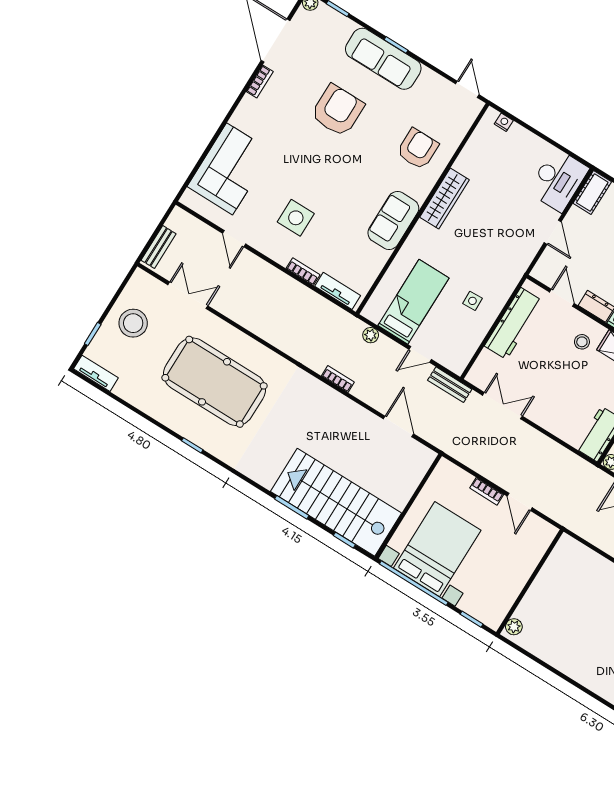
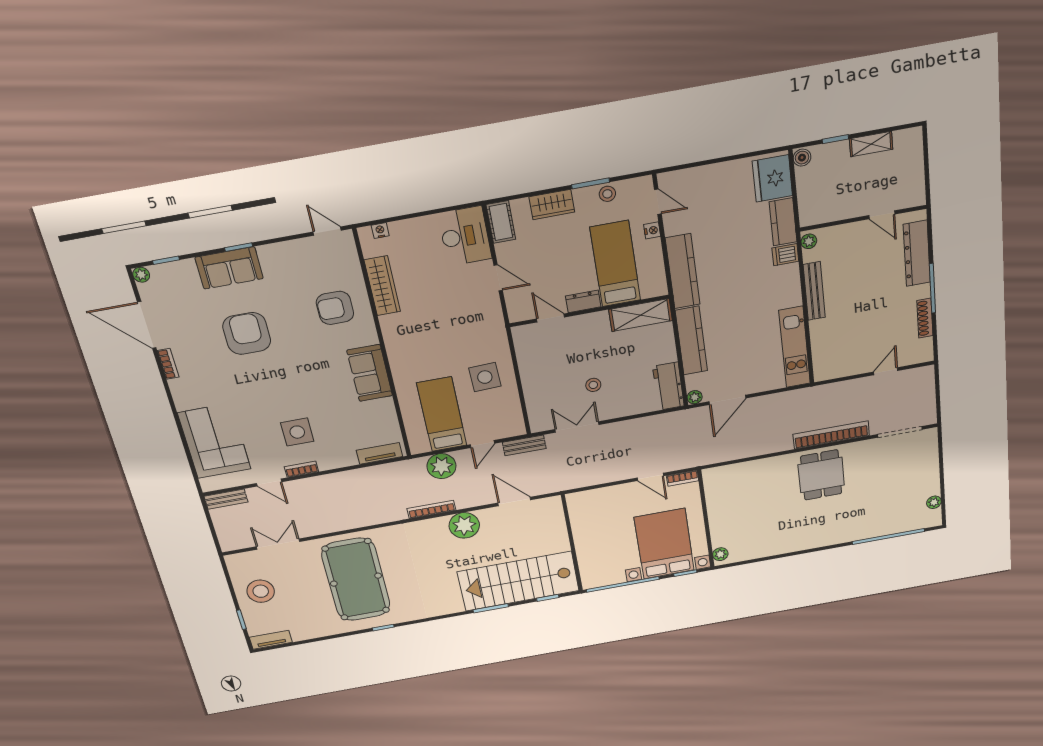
sofa: (383, 59) -> (229, 268), width x0.73
armchair: (418, 149) -> (335, 308), turned -90
wardrobe: (444, 198) -> (382, 286), moved
bench: (159, 247) -> (226, 499), moved, turned 90
bookcase: (303, 272) -> (301, 469), moved
side table: (472, 301) -> (485, 377), width x1.87, depth x1.87
workbench: (514, 323) -> (531, 366), removed
plant: (371, 335) -> (441, 466), width x1.88, depth x1.88
stool: (582, 342) -> (593, 385), moved
bookcase: (338, 379) -> (431, 509), width x1.56
pool table: (215, 382) -> (356, 580), turned 90
plant: (342, 412) -> (464, 525), added
bookcase: (487, 491) -> (683, 478), moved
bed with nightstands: (437, 549) -> (664, 544), moved

